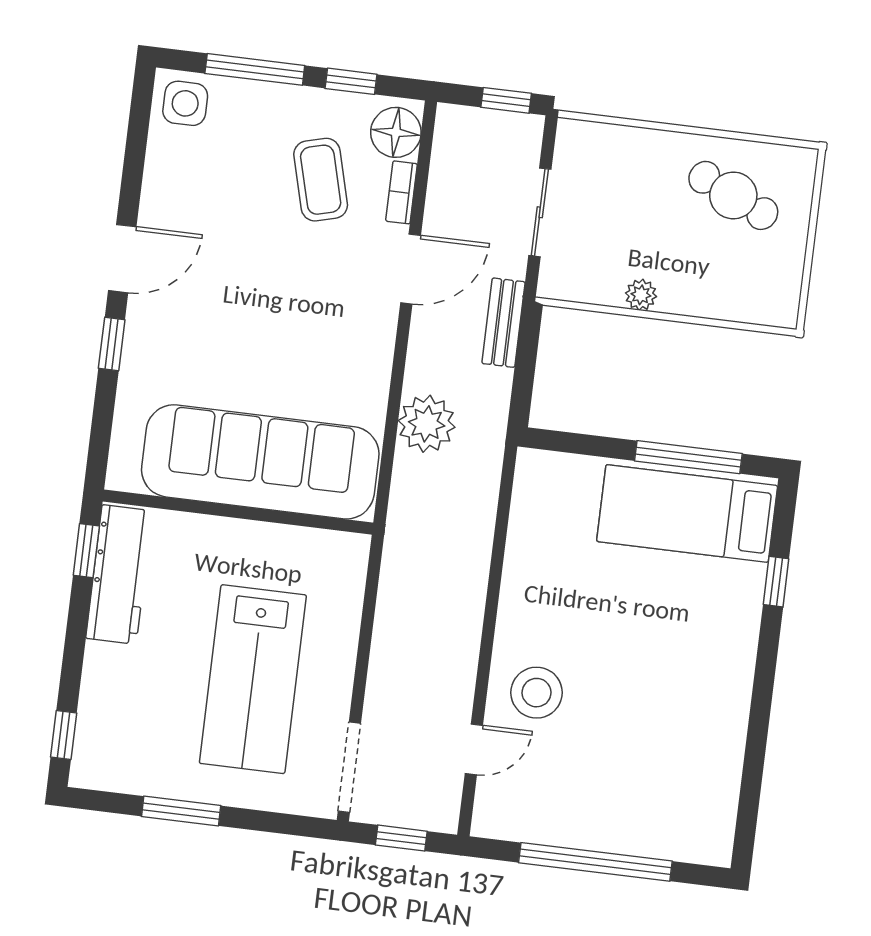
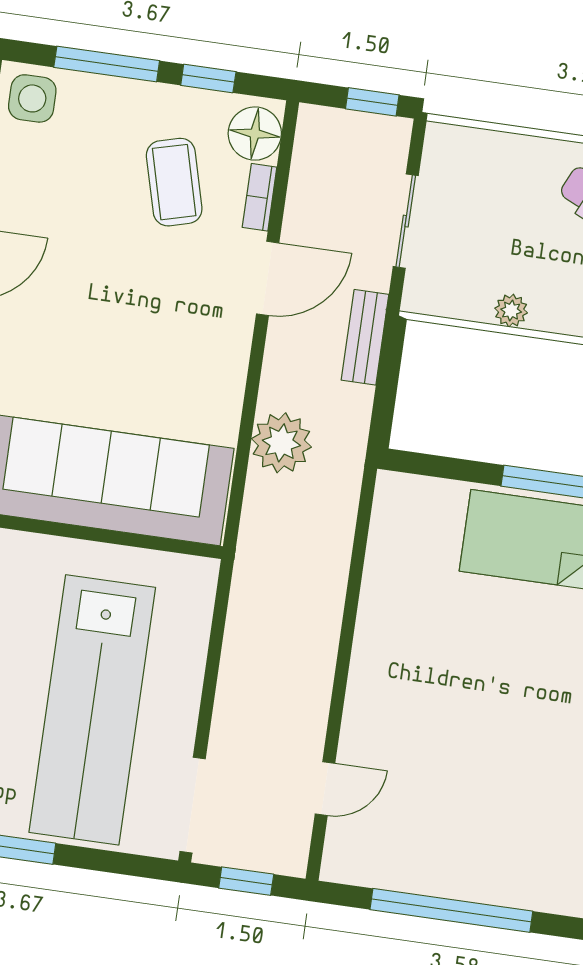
lab bench: (253, 679) -> (92, 710), width x1.36
stool: (537, 693) -> (392, 730), removed

